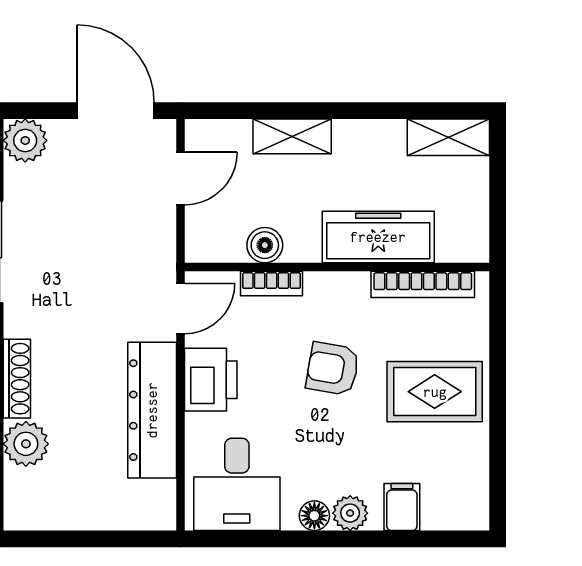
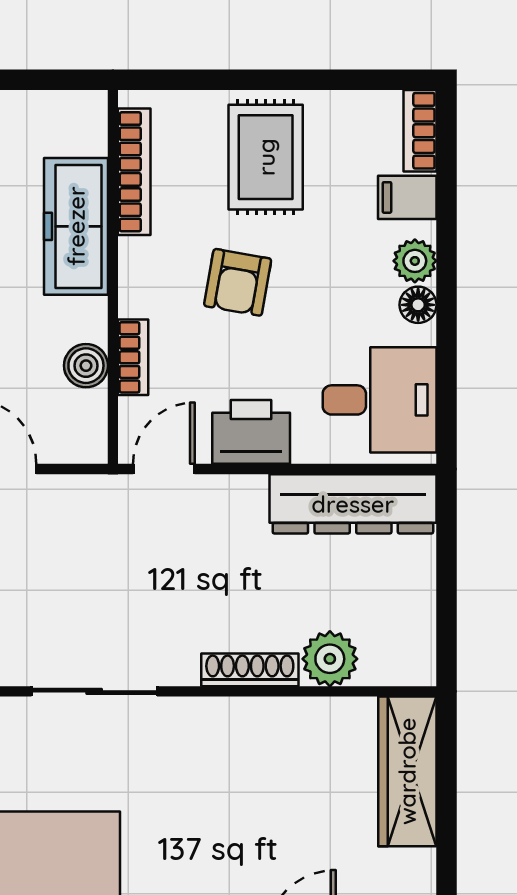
door: (181, 309) -> (164, 469), hinge flipped
dresser: (152, 410) -> (353, 504), moved
bookcase: (456, 517) -> (420, 131), added

